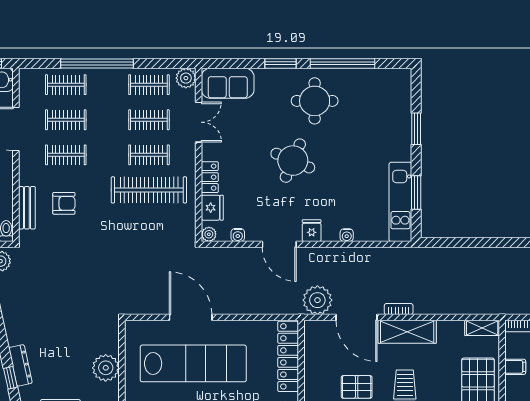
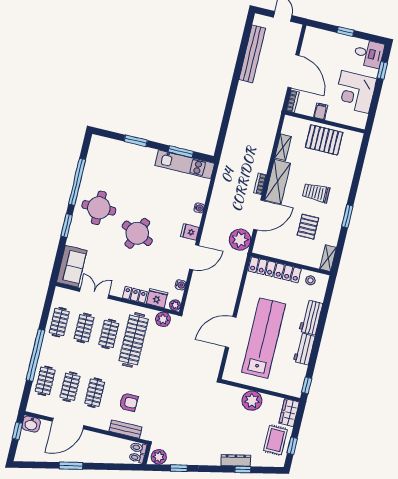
plant: (186, 78) -> (163, 319), moved
armchair: (64, 203) -> (129, 402), turned 90
shelving: (482, 328) -> (283, 147), moved

